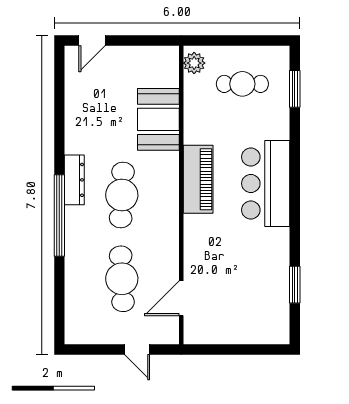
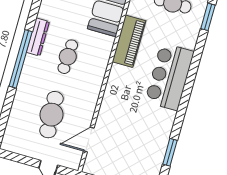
piano: (198, 179) -> (129, 41), moved
cafe table: (122, 195) -> (68, 57), width x0.73, depth x0.74

